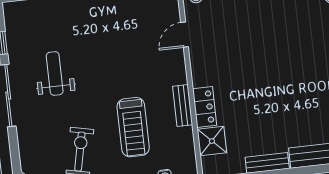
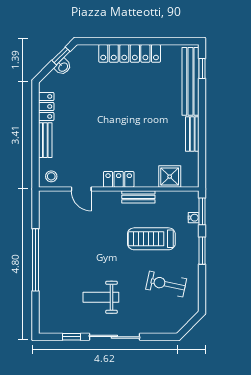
locker: (205, 107) -> (119, 179), moved
treadmill: (133, 127) -> (151, 239), turned 180

